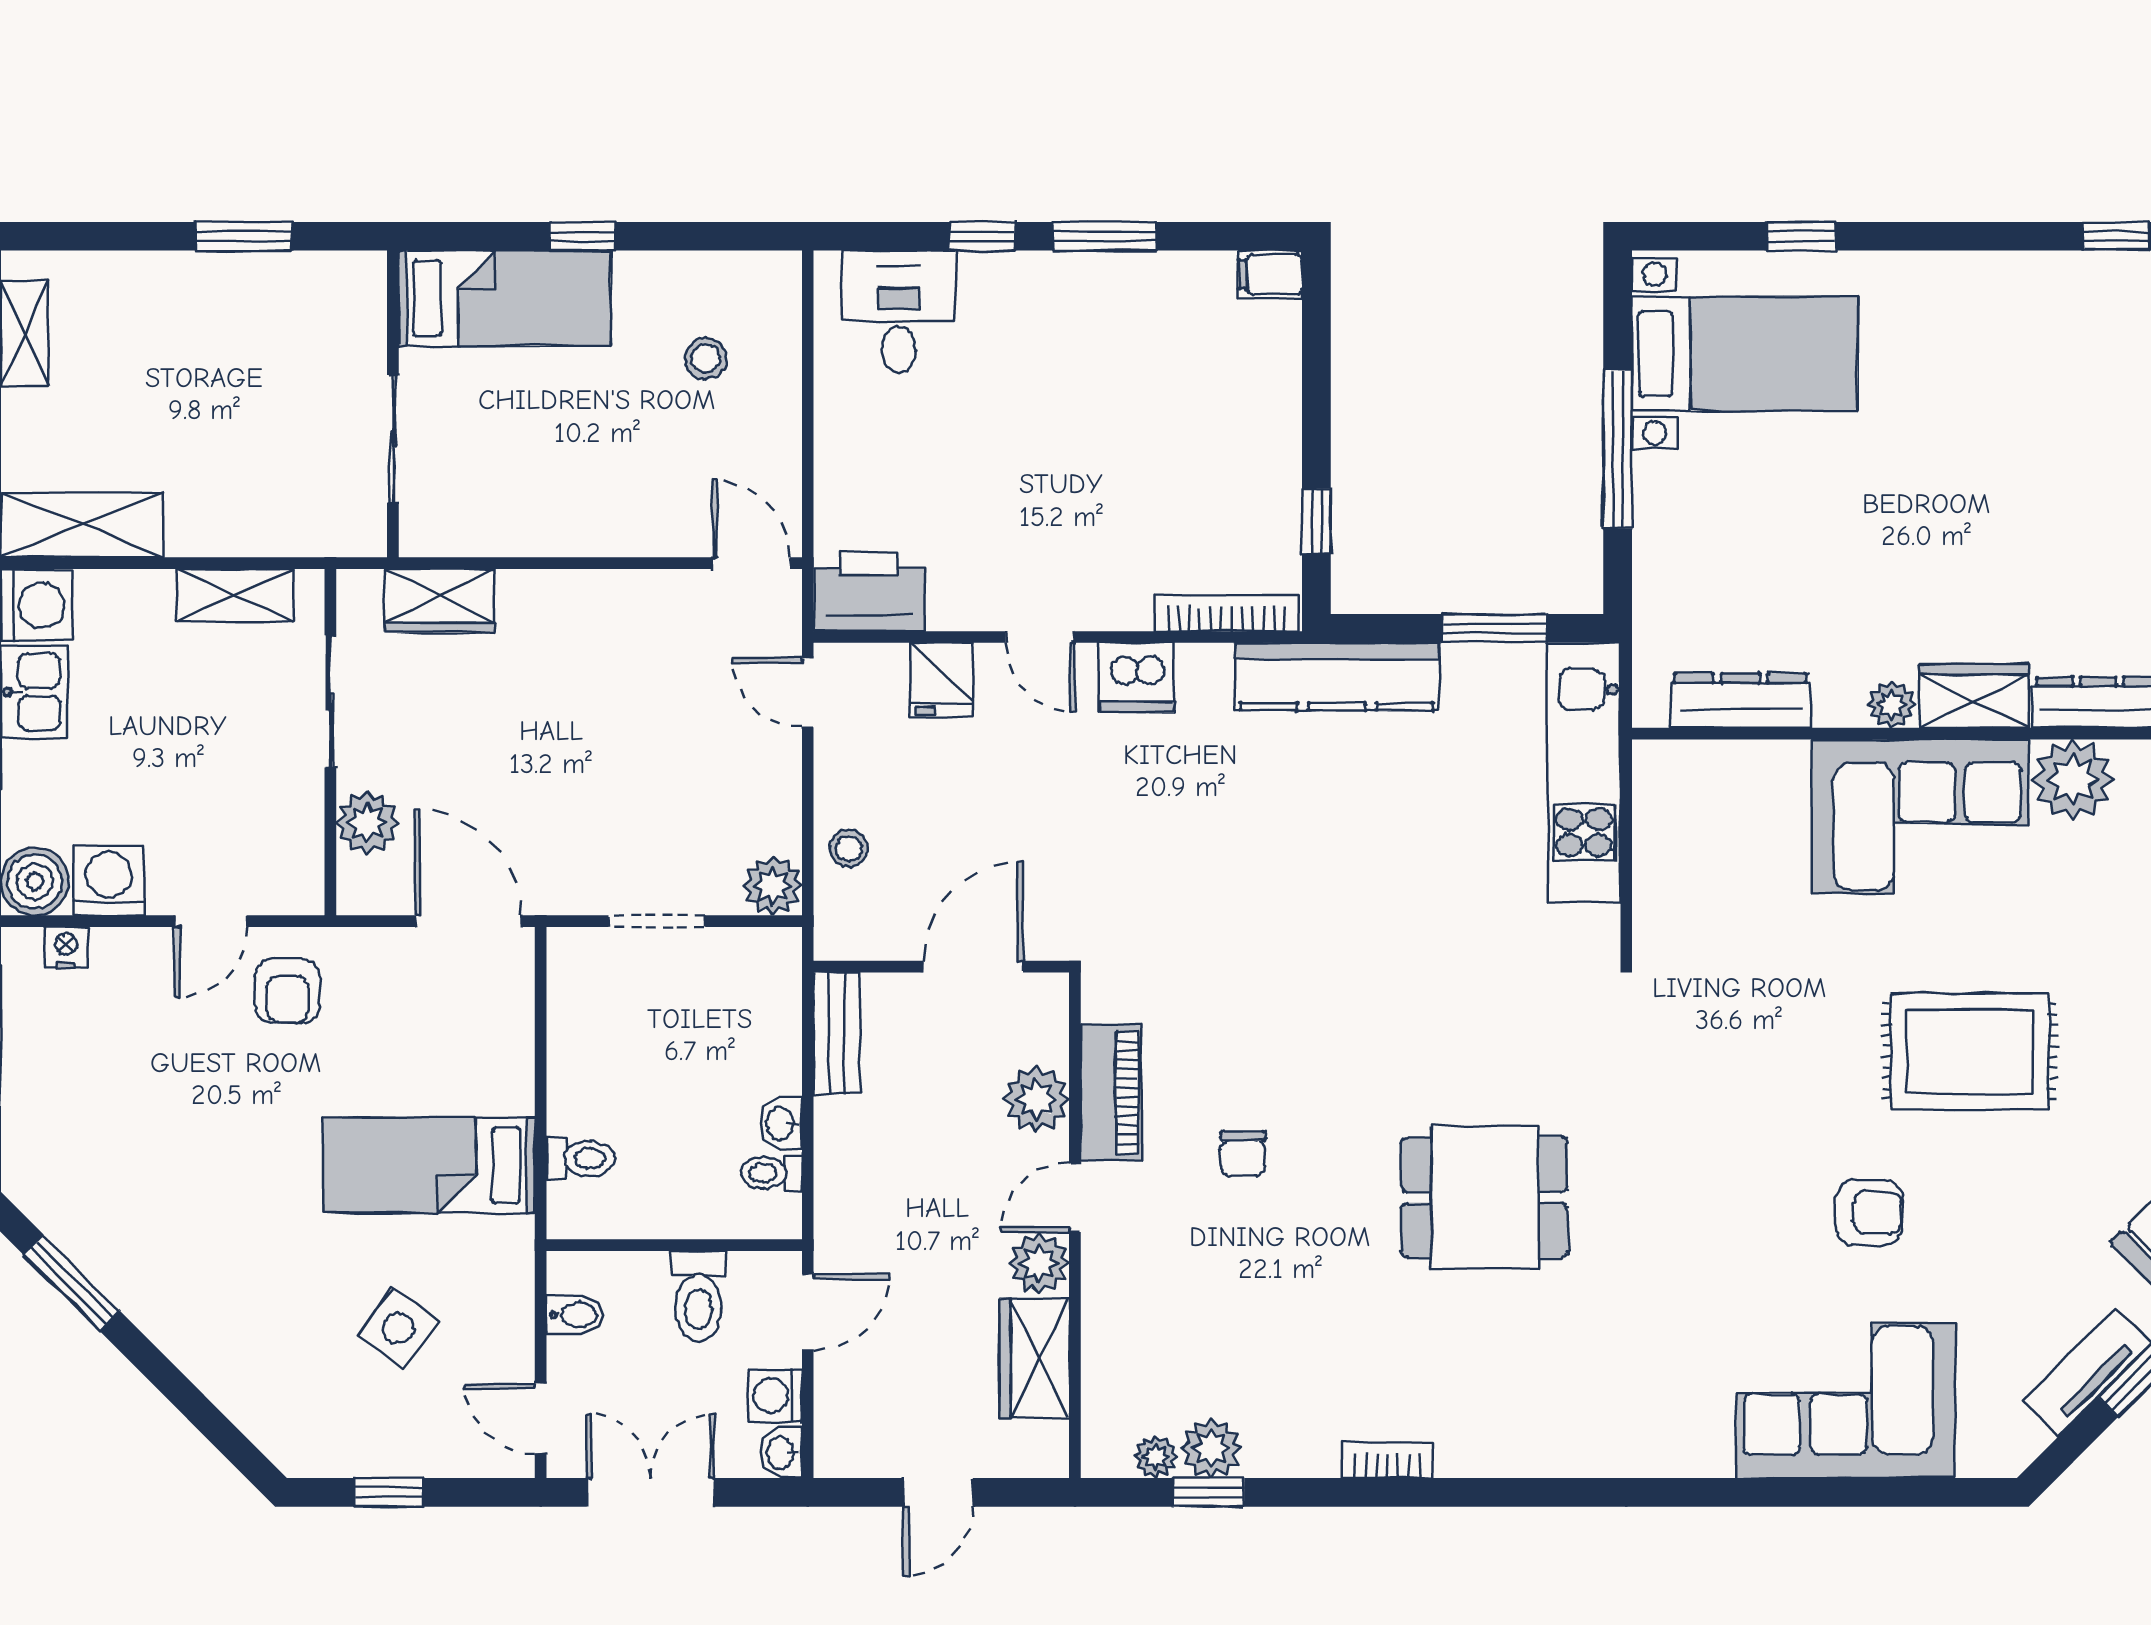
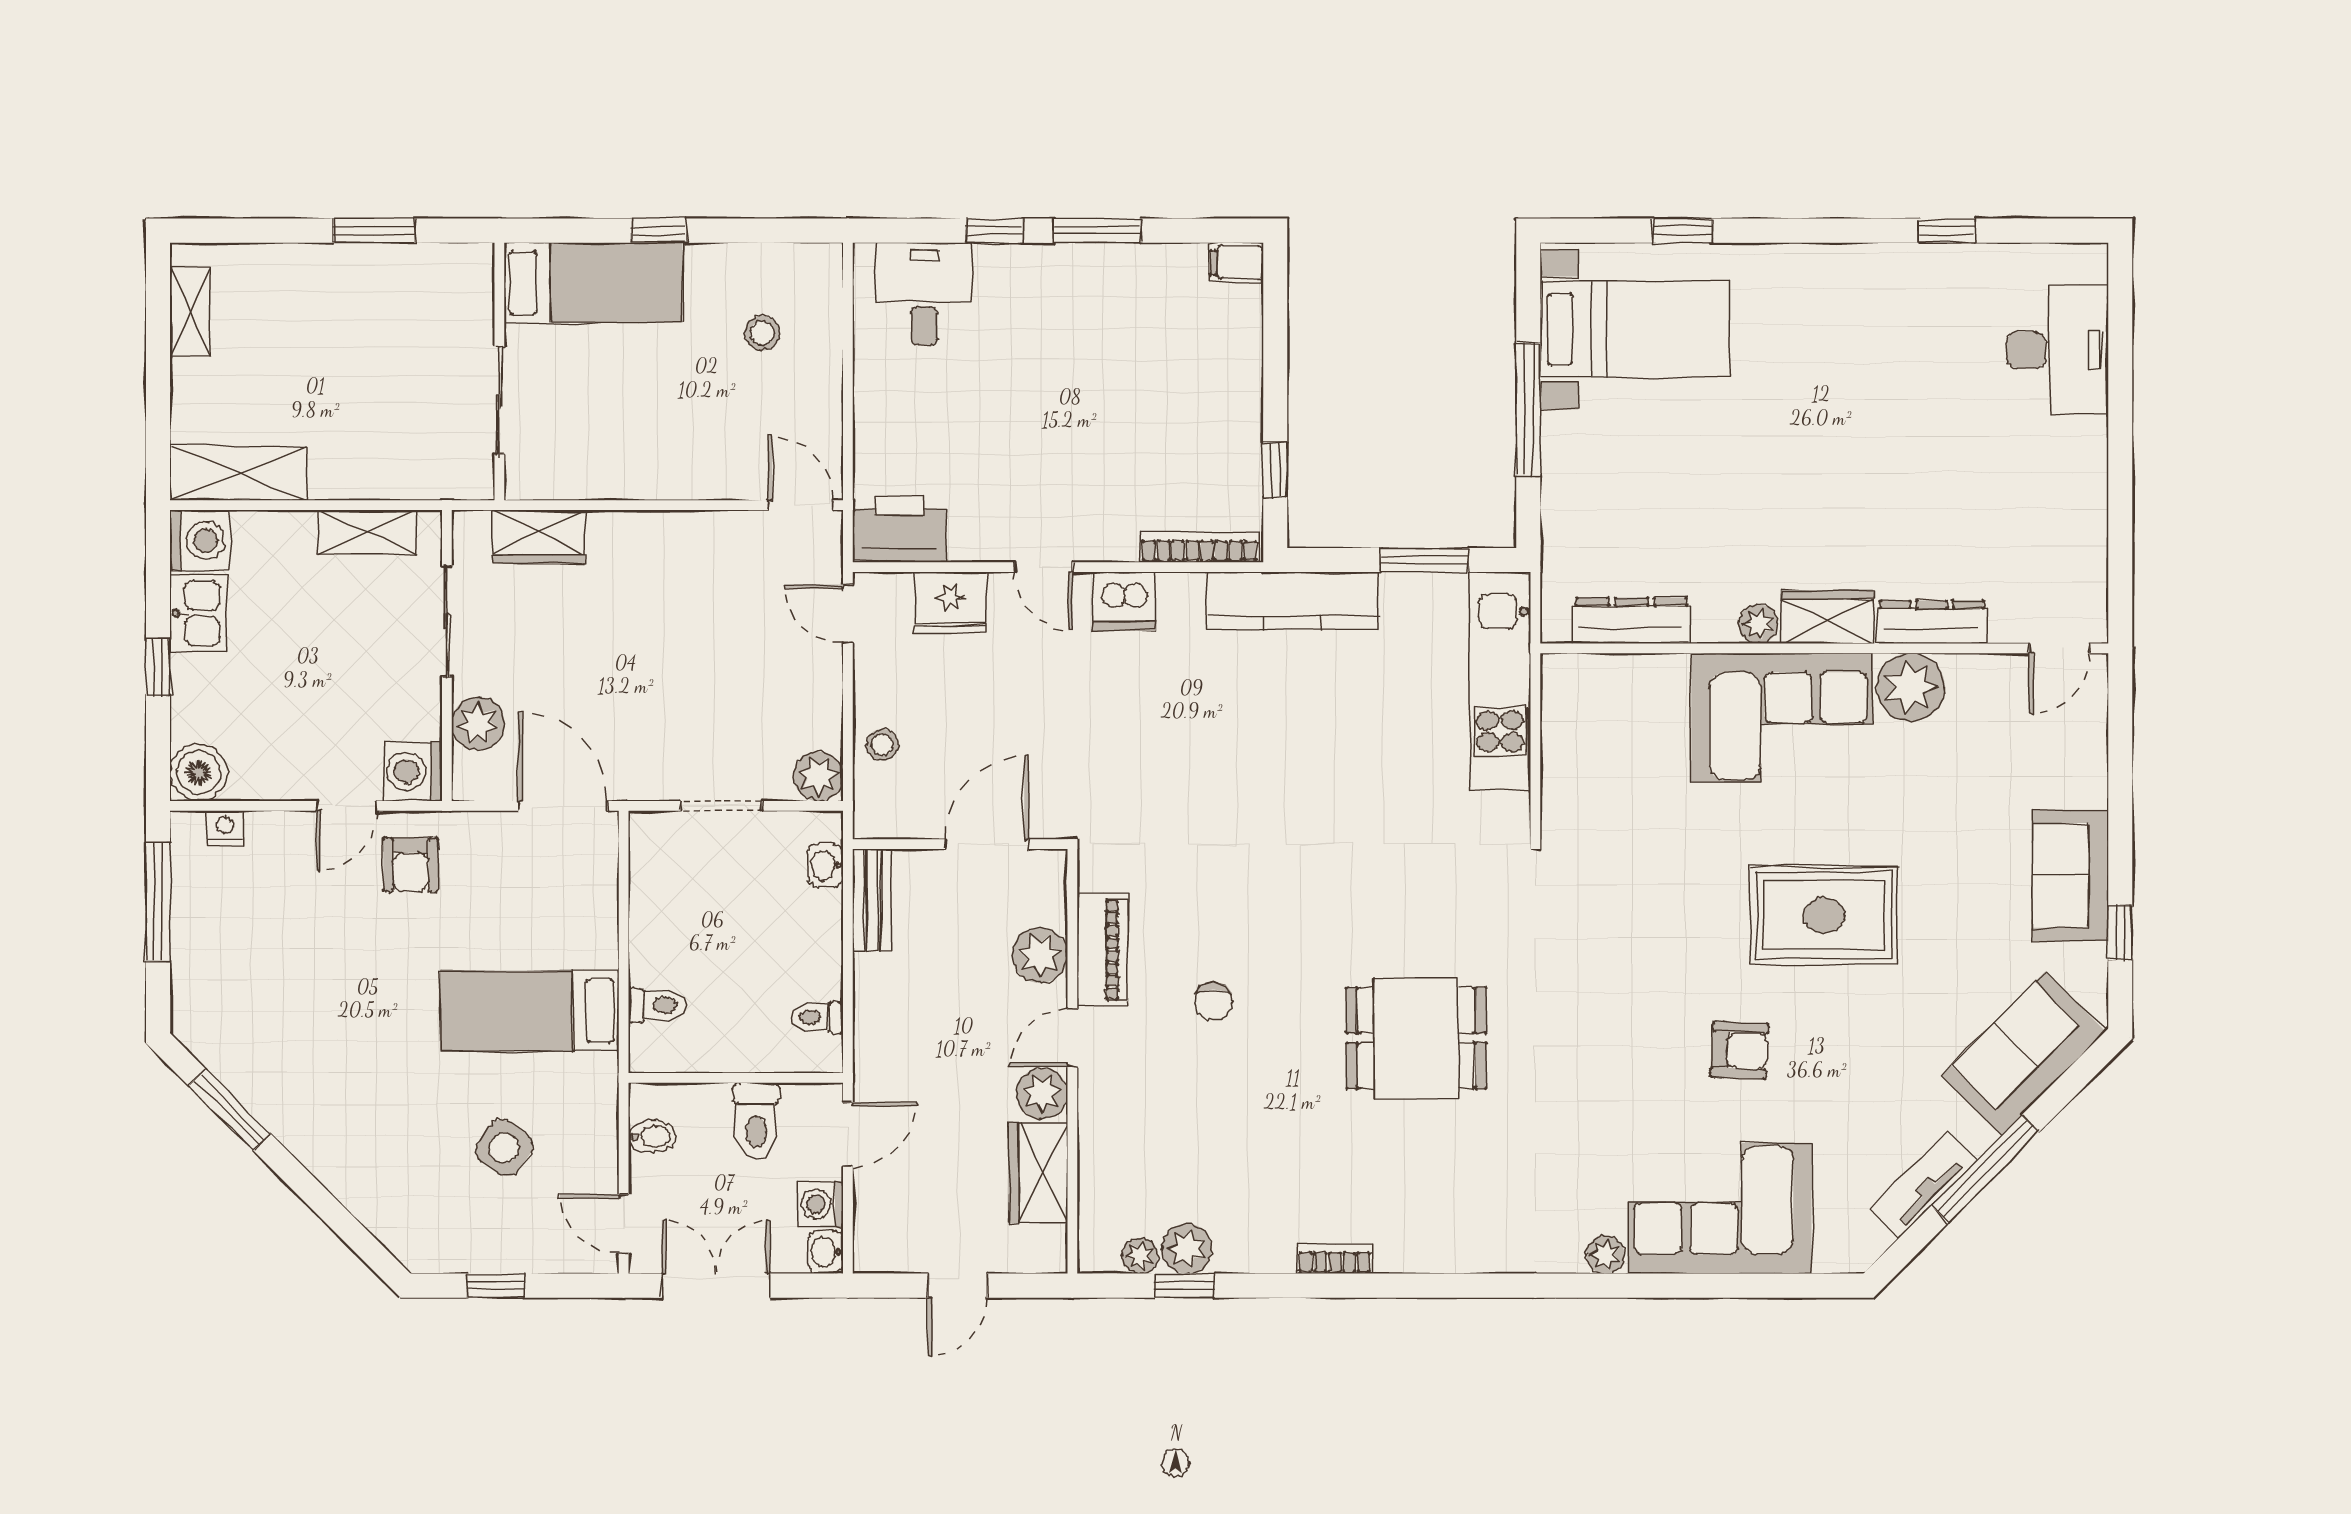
fridge: (942, 679) -> (951, 603), width x1.38
washing machine: (109, 880) -> (412, 771), moved, turned -90
washbasin: (781, 1124) -> (826, 865), moved
plant: (1709, 1455) -> (1605, 1255), added

